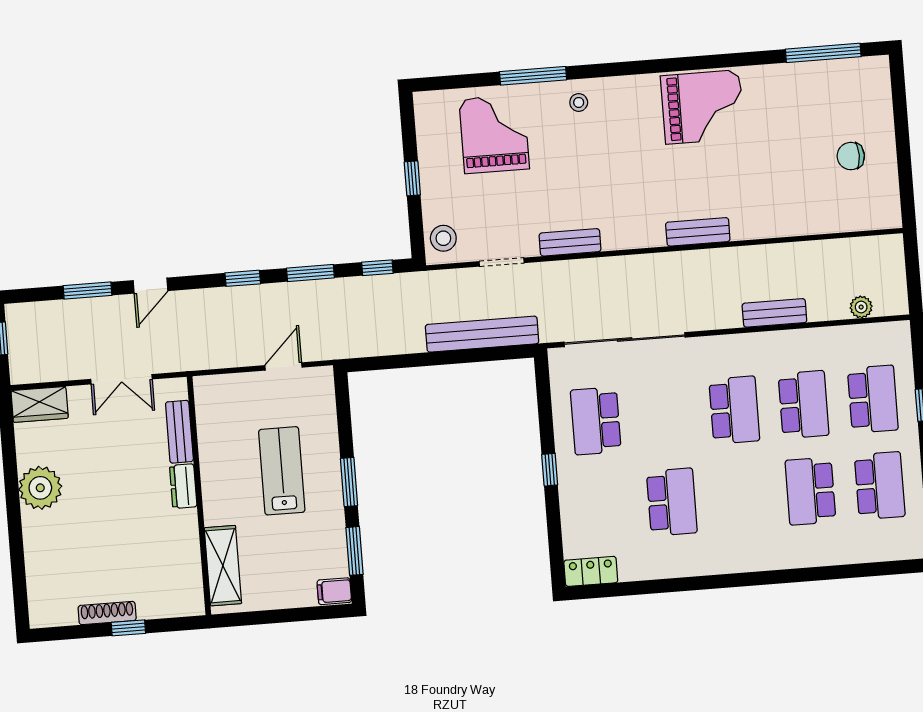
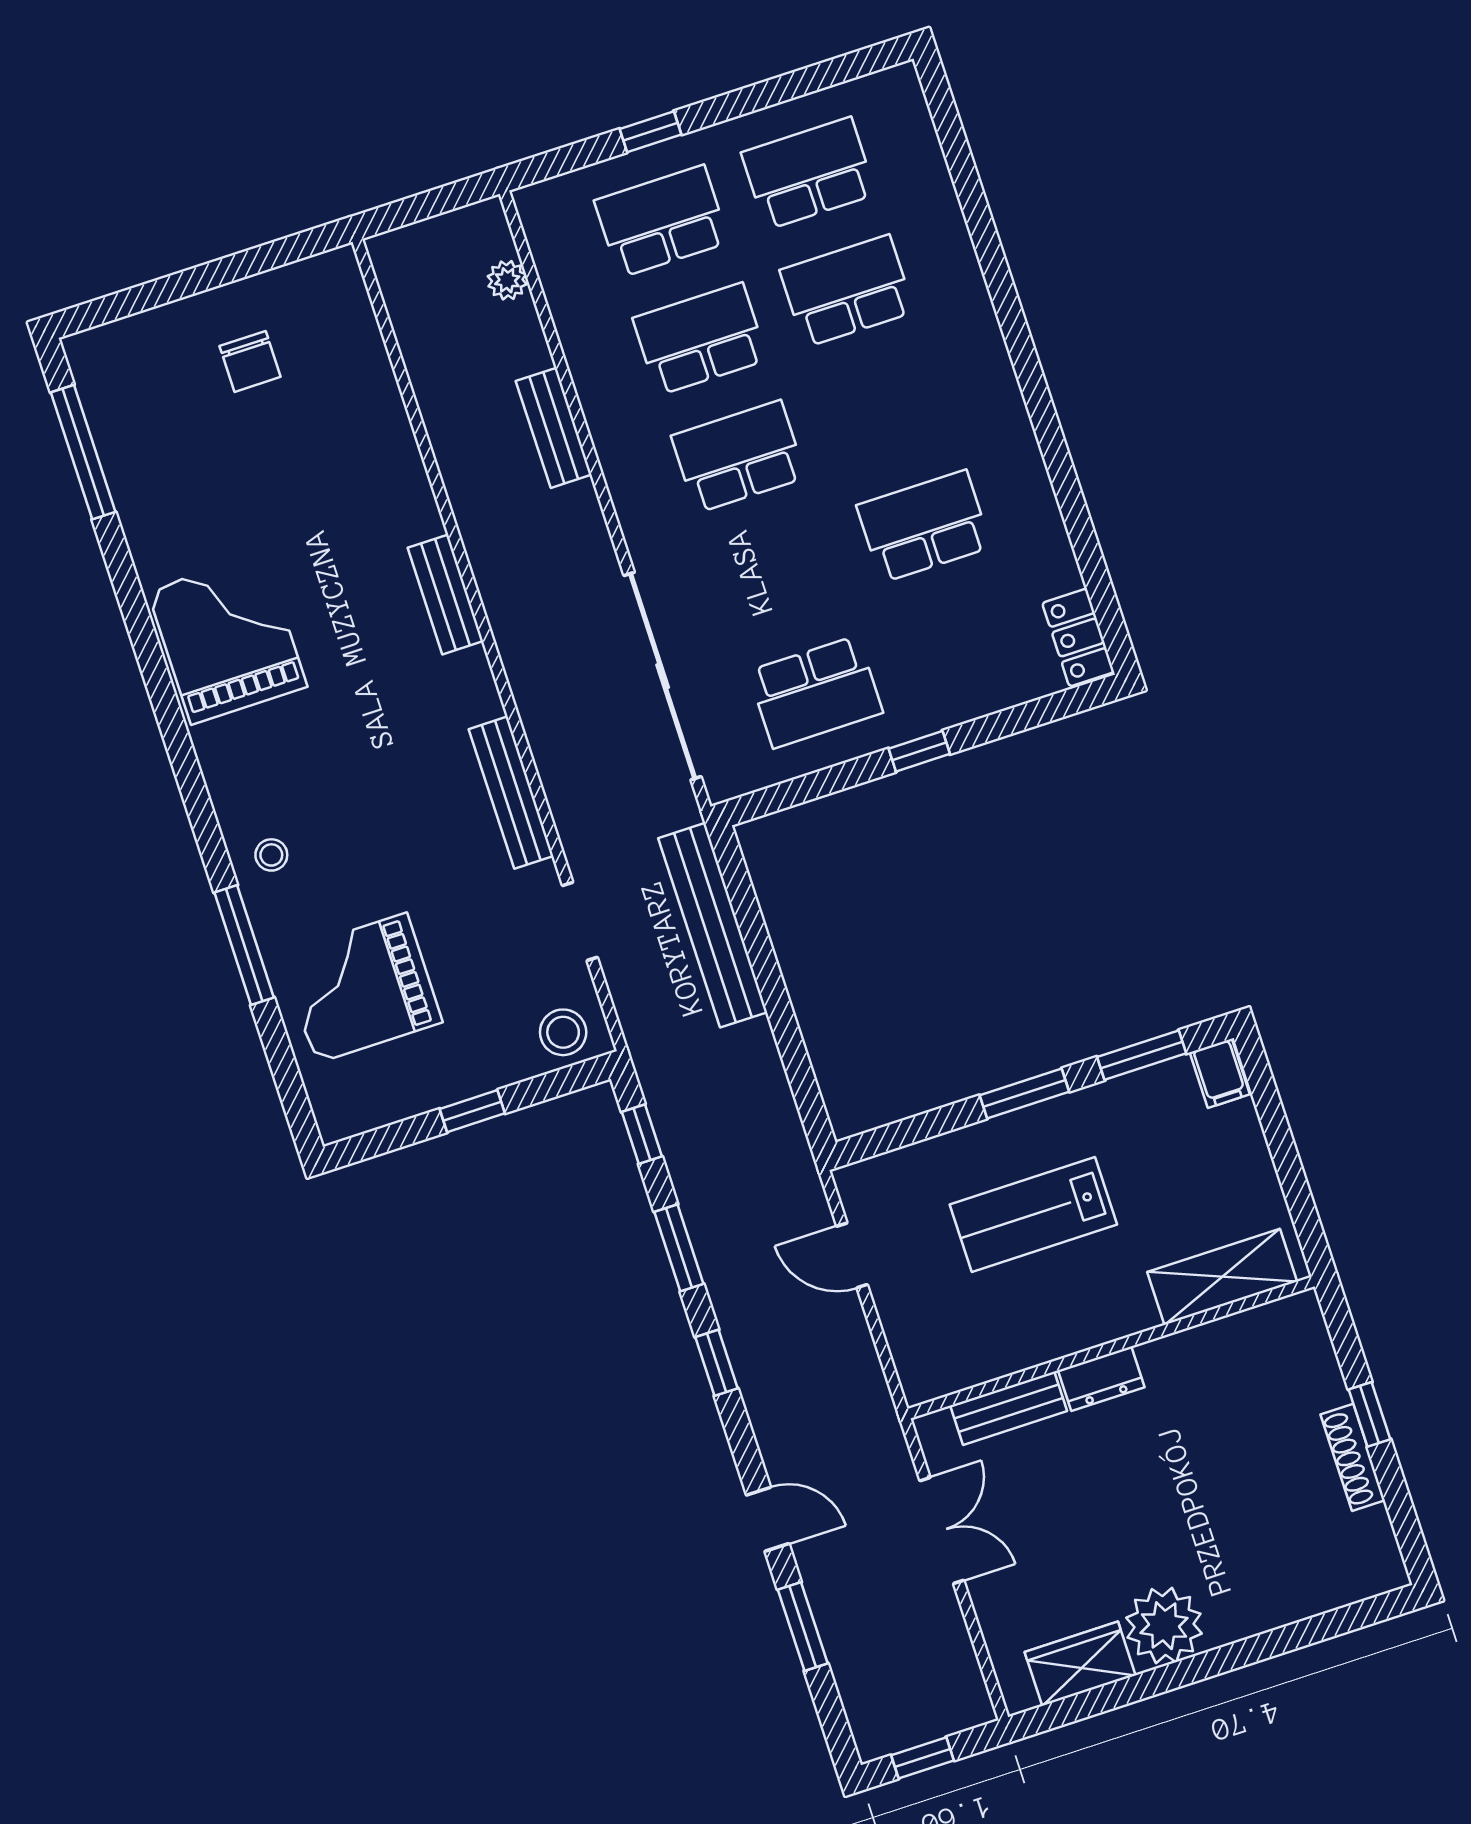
bench: (570, 242) -> (511, 793), width x1.36
wardrobe: (40, 404) -> (1080, 1664), moved, turned -90
school desk: (810, 491) -> (847, 291), turned 180

